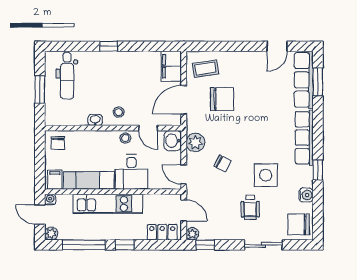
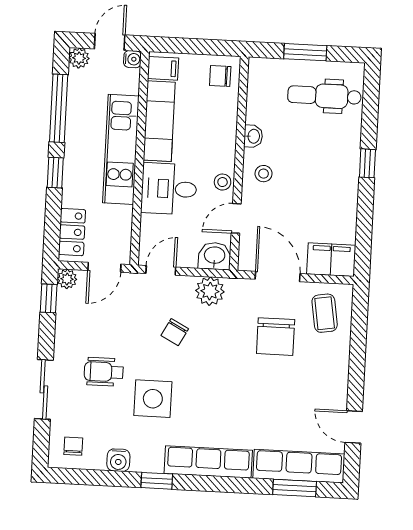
chair: (299, 224) -> (73, 446), width x0.54, depth x0.54

